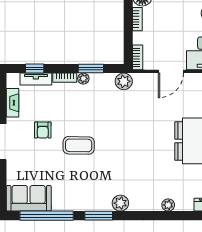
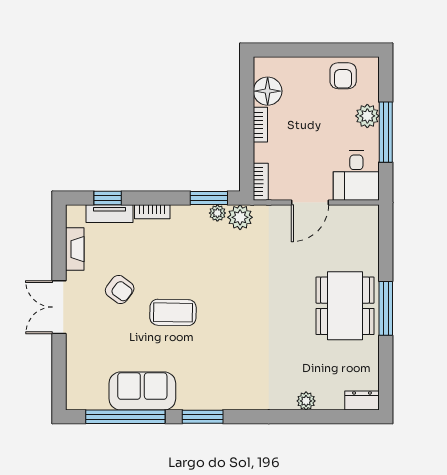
window: (91, 69) -> (209, 198), moved
plant: (83, 79) -> (217, 213), moved
armchair: (43, 130) -> (120, 290), turned -53
sofa: (29, 198) -> (142, 391), moved
plant: (120, 203) -> (235, 398), removed

